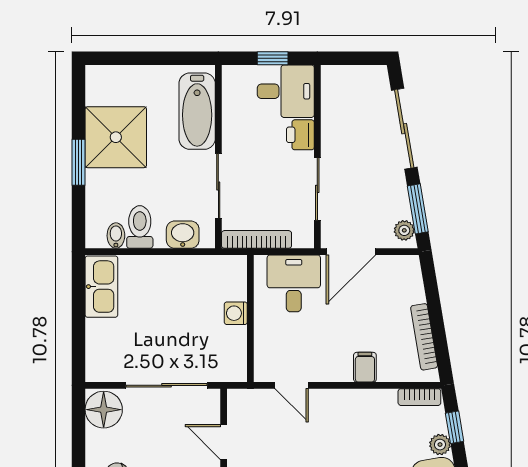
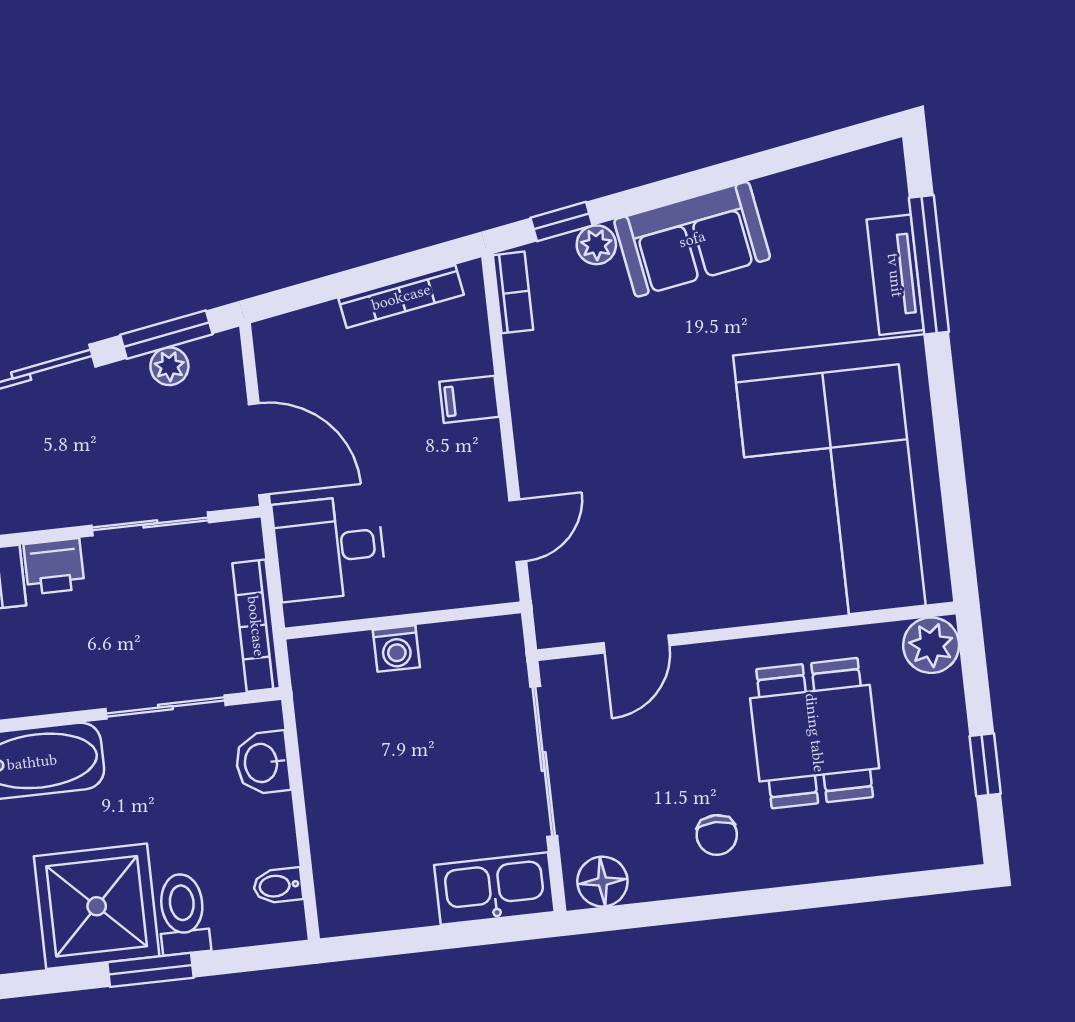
toilet: (140, 227) -> (183, 914), moved, turned 90
plant: (404, 230) -> (169, 366), moved
kitchen sink: (101, 287) -> (494, 888), moved
floor lamp: (104, 410) -> (602, 882), width x0.73, depth x0.73

